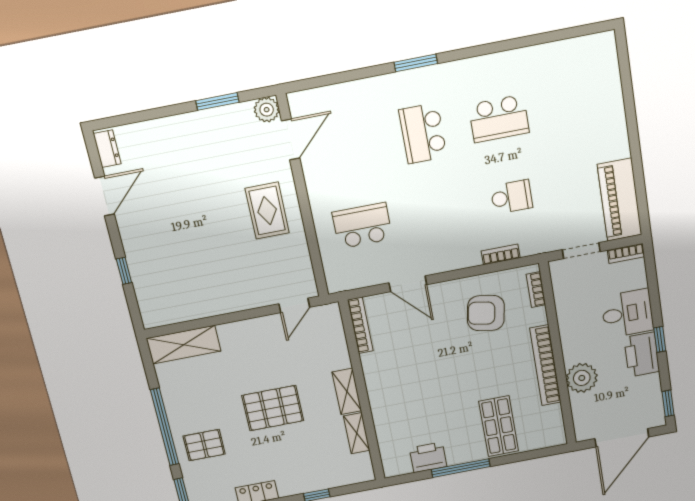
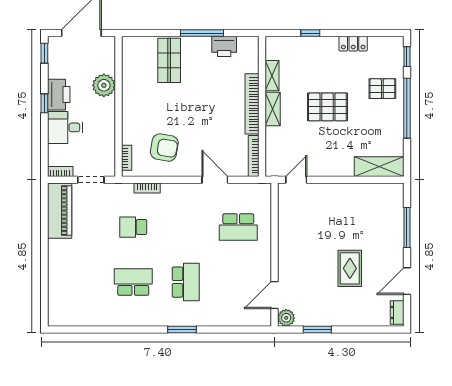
rug: (267, 211) -> (350, 268), moved
window: (124, 271) -> (407, 227), width x2.17
bookcase: (545, 365) -> (252, 104), moved, turned 180

